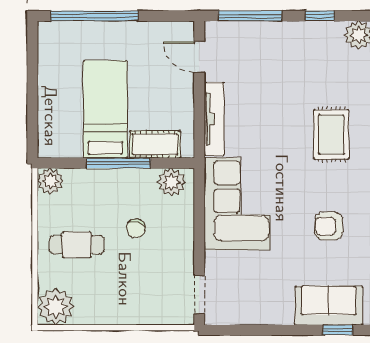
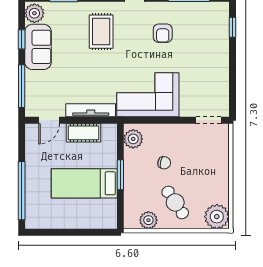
rug: (331, 134) -> (101, 32), turned 90
cot: (155, 144) -> (83, 133), moved, turned 90
window: (118, 163) -> (120, 175), width x0.69
plant: (50, 181) -> (148, 220), moved
cafe table: (77, 245) -> (175, 202), turned -34
sofa: (329, 306) -> (38, 47), moved, turned 180

